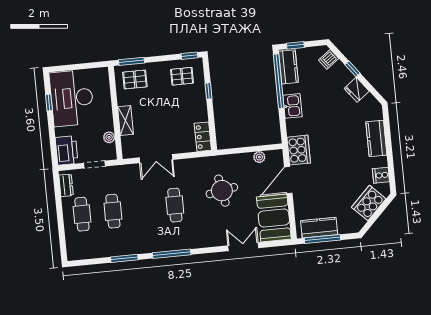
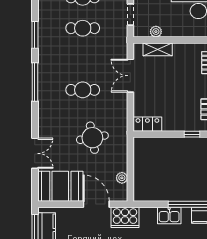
shelving: (126, 121) -> (158, 49), moved

